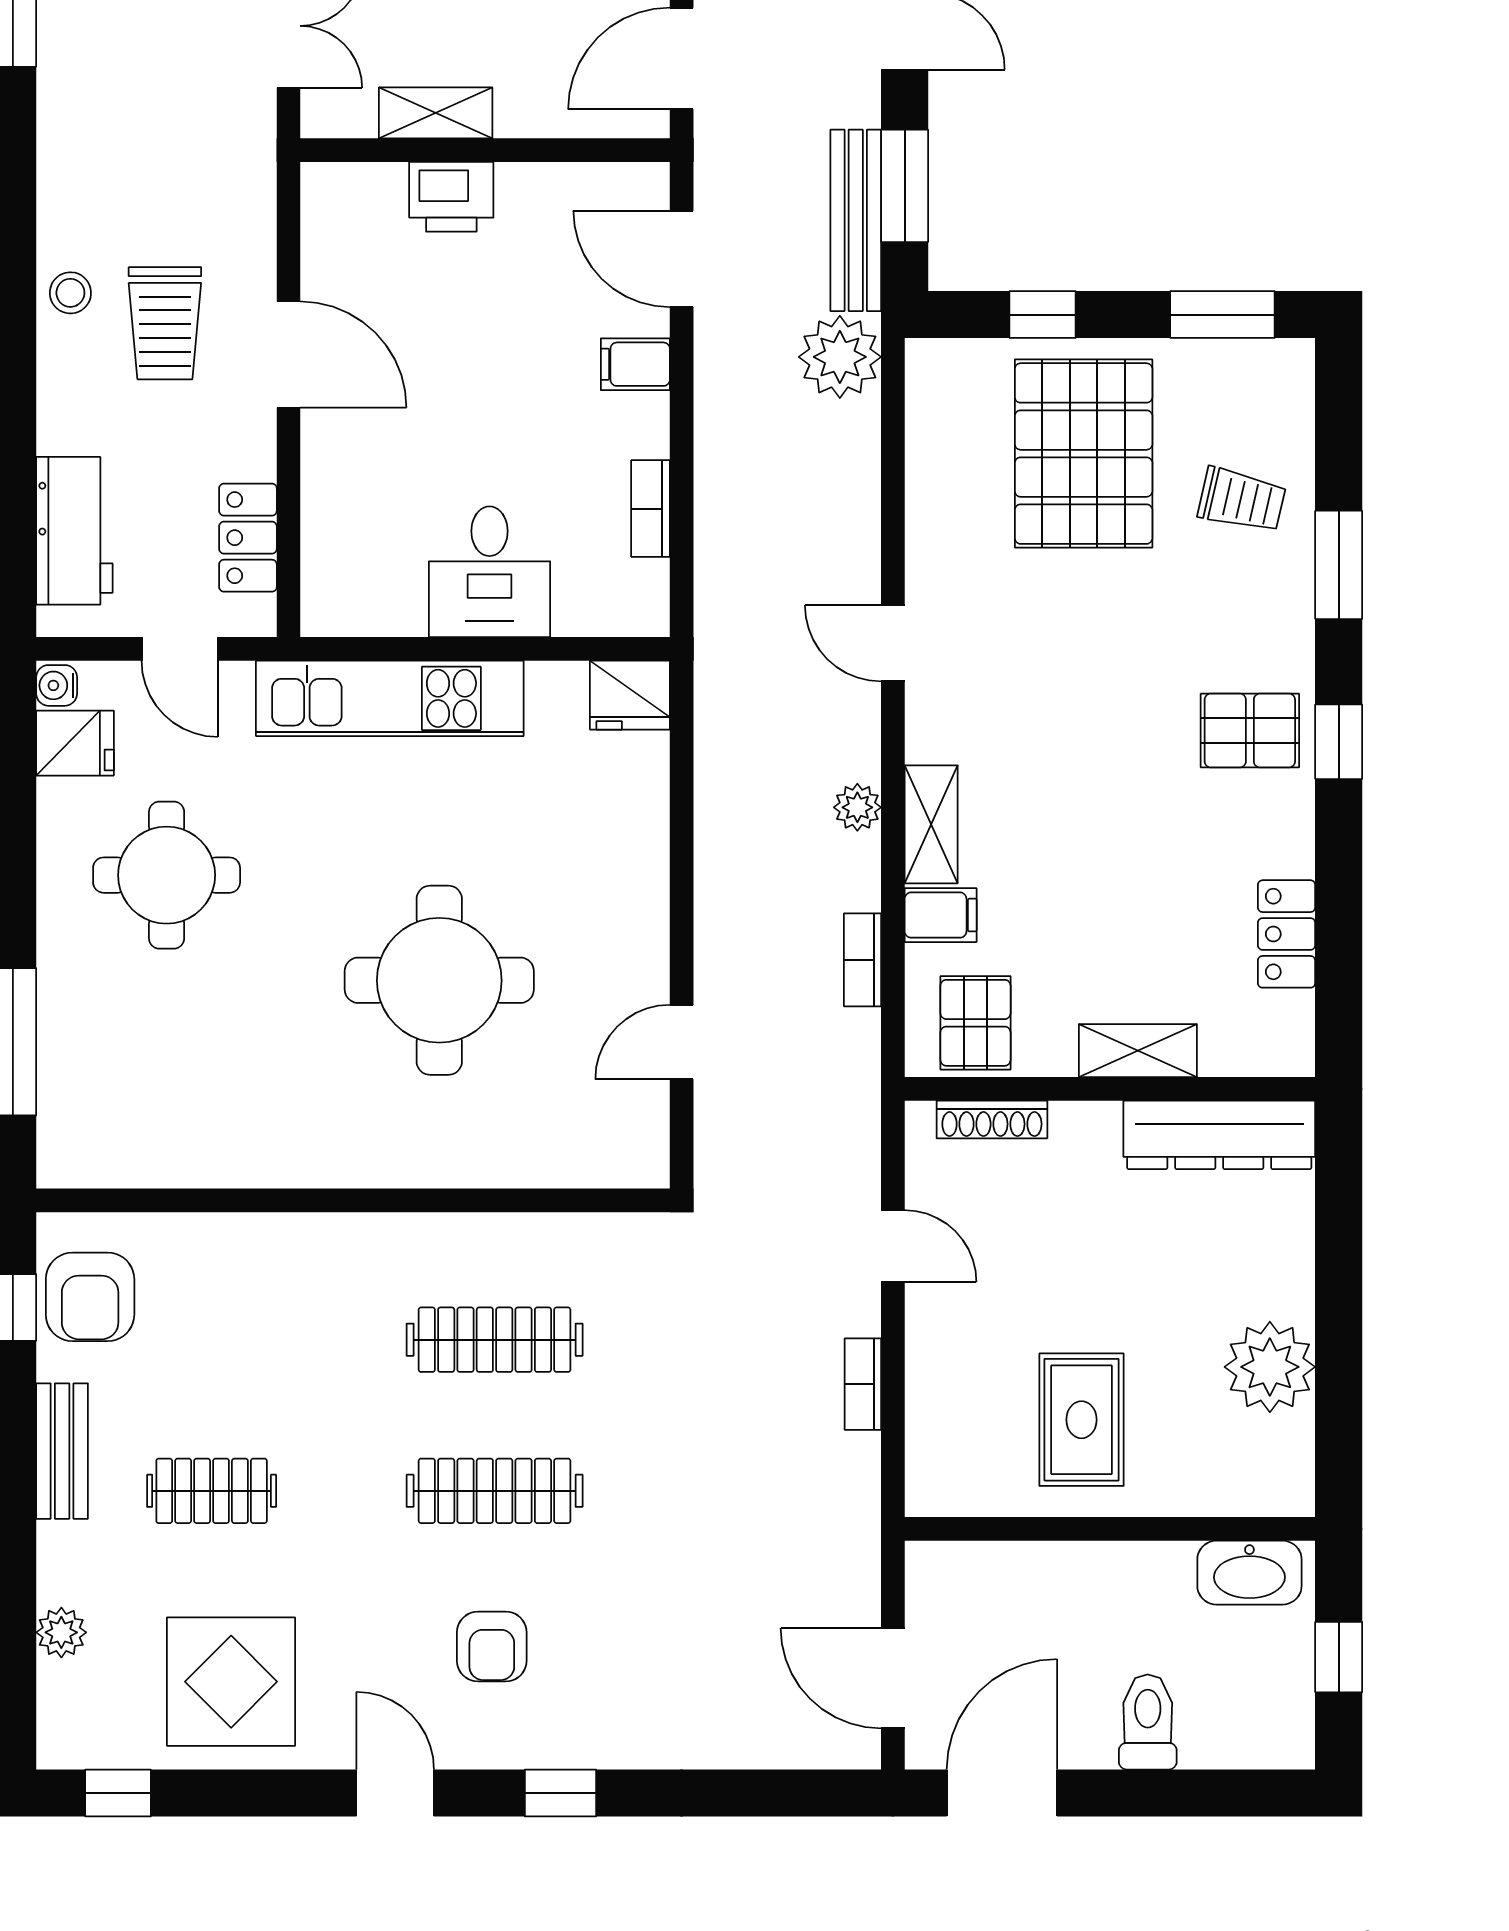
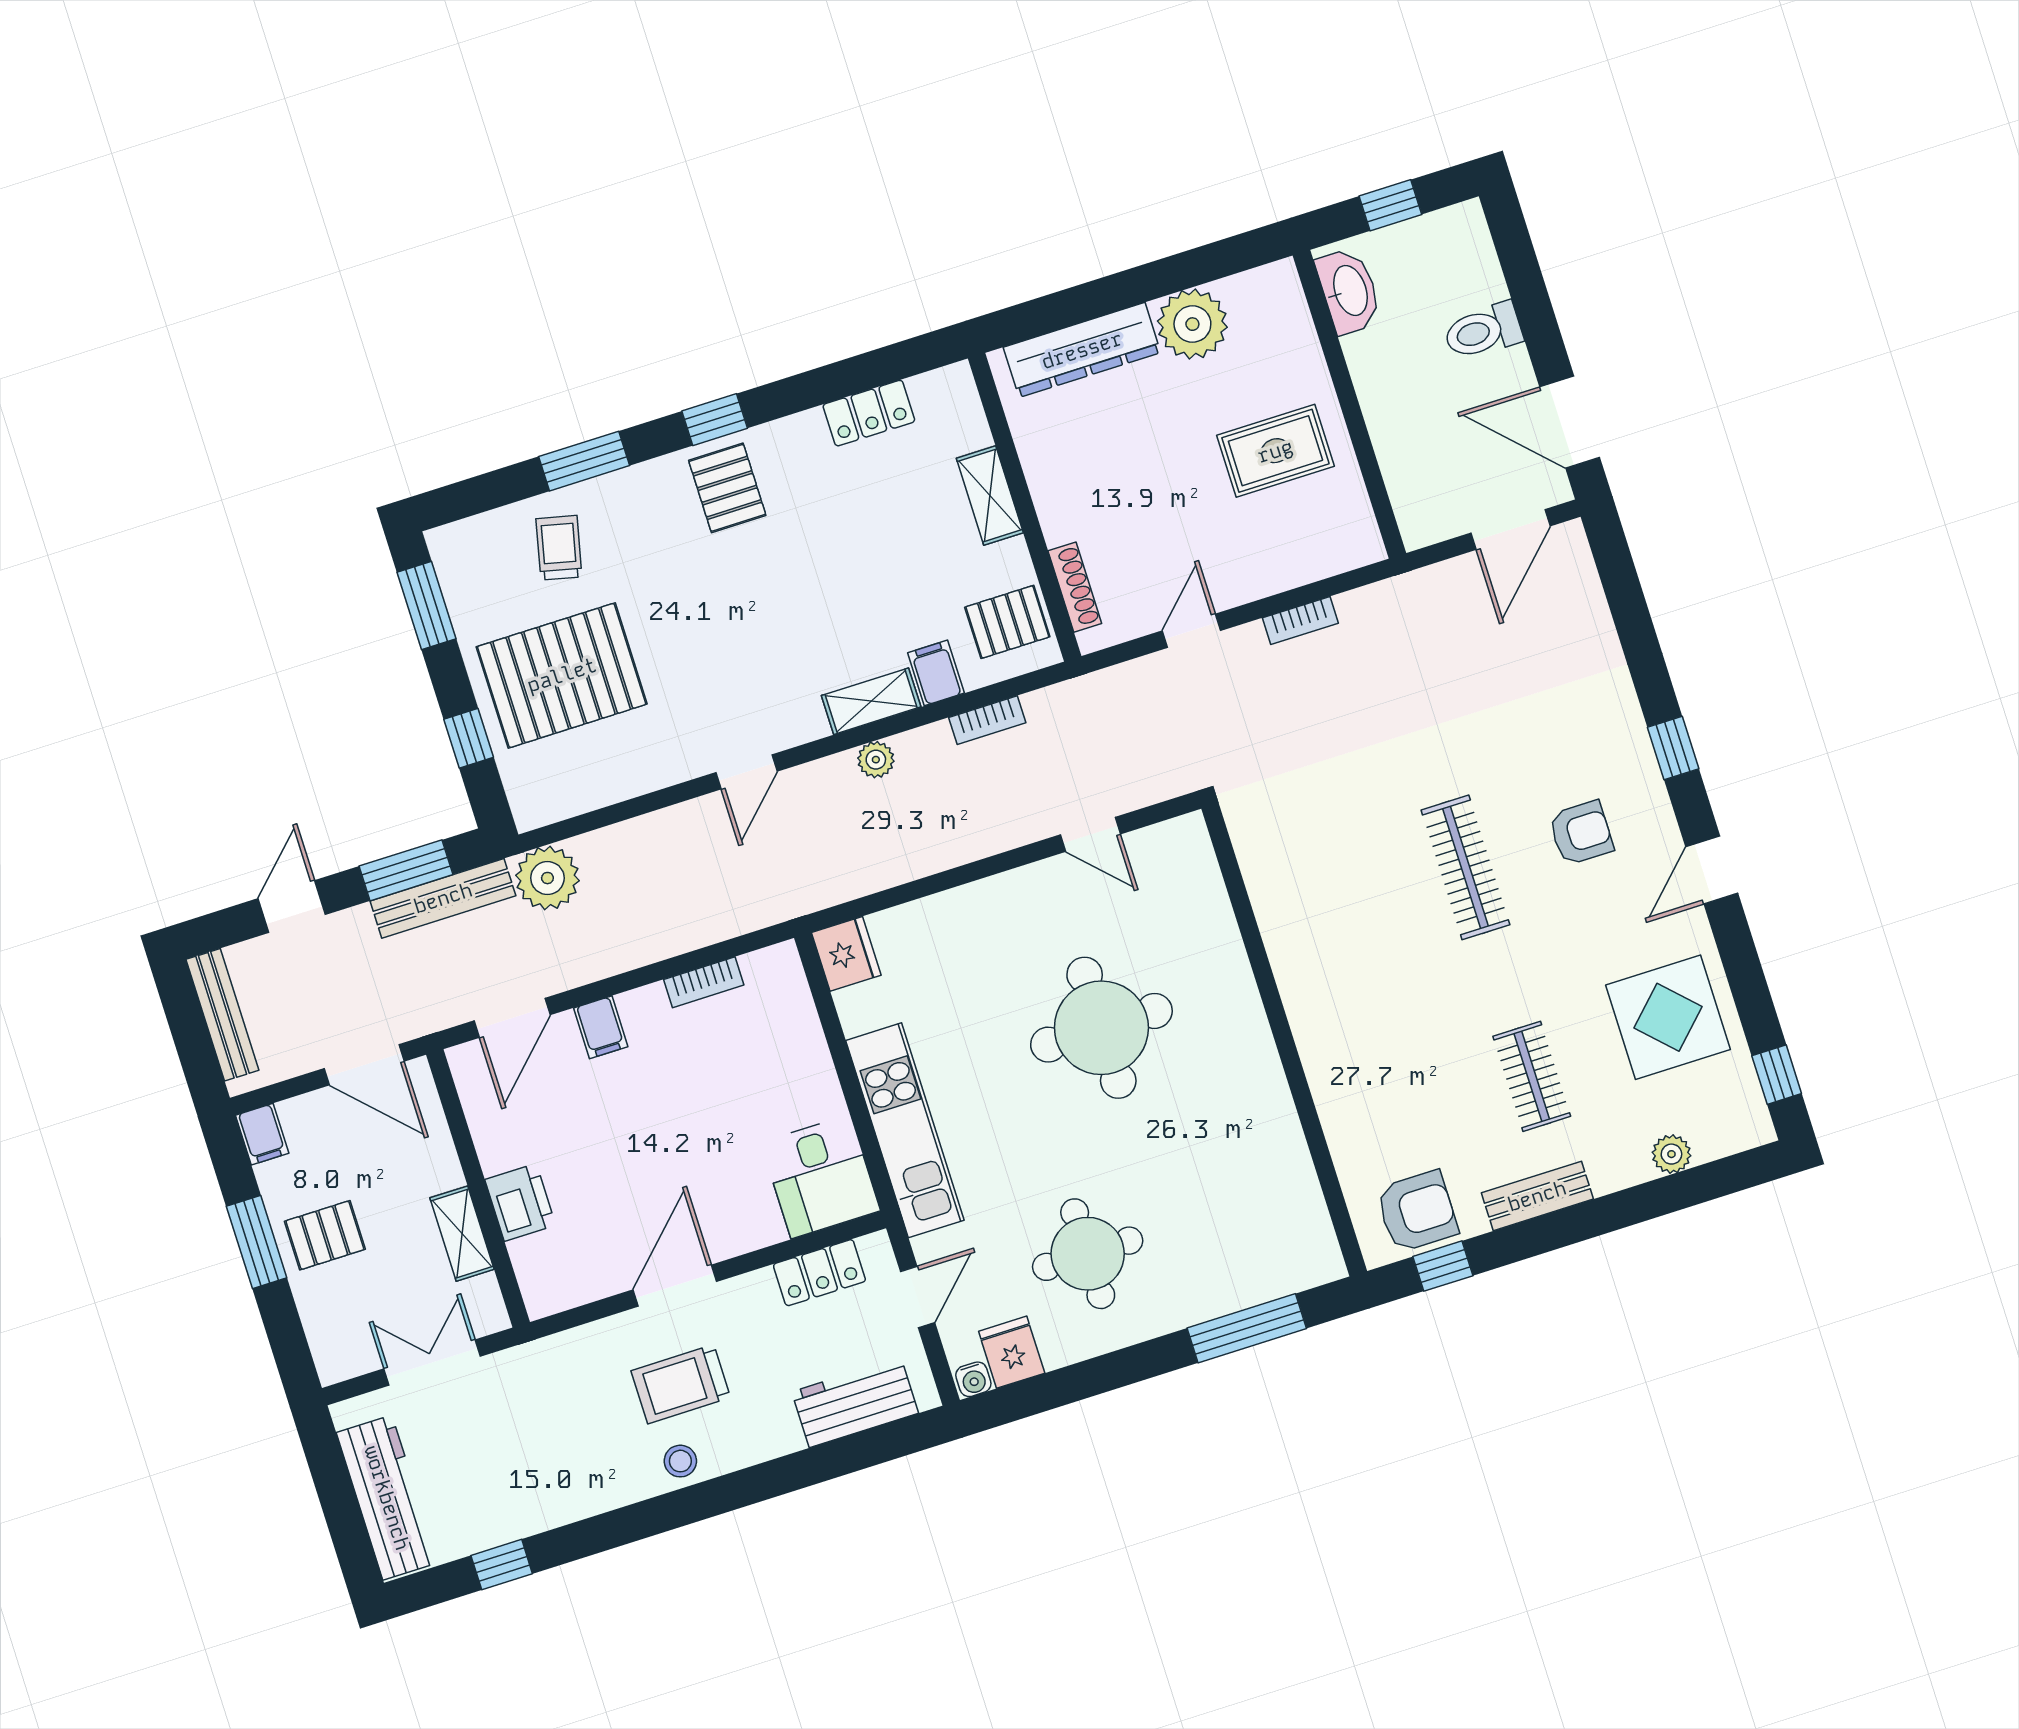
trolley: (165, 323) -> (681, 1384), turned 180
desk: (490, 572) -> (821, 1177), moved, turned 90
dresser: (1219, 1135) -> (1082, 350), moved, turned 90
clothes rail: (495, 1340) -> (1354, 903), removed

